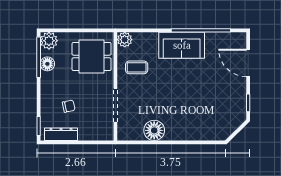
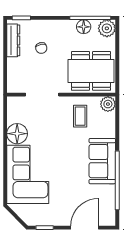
dining table: (92, 56) -> (91, 71), width x1.38
corner sofa: (195, 120) -> (28, 174), added

